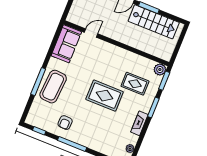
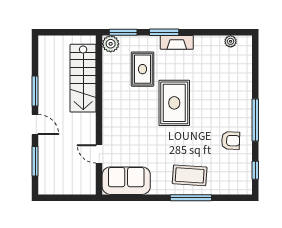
stairs: (154, 22) -> (83, 78), moved, turned 180
coffee table: (53, 87) -> (190, 175), width x0.73, depth x0.76
fireplace: (139, 123) -> (177, 42), moved

